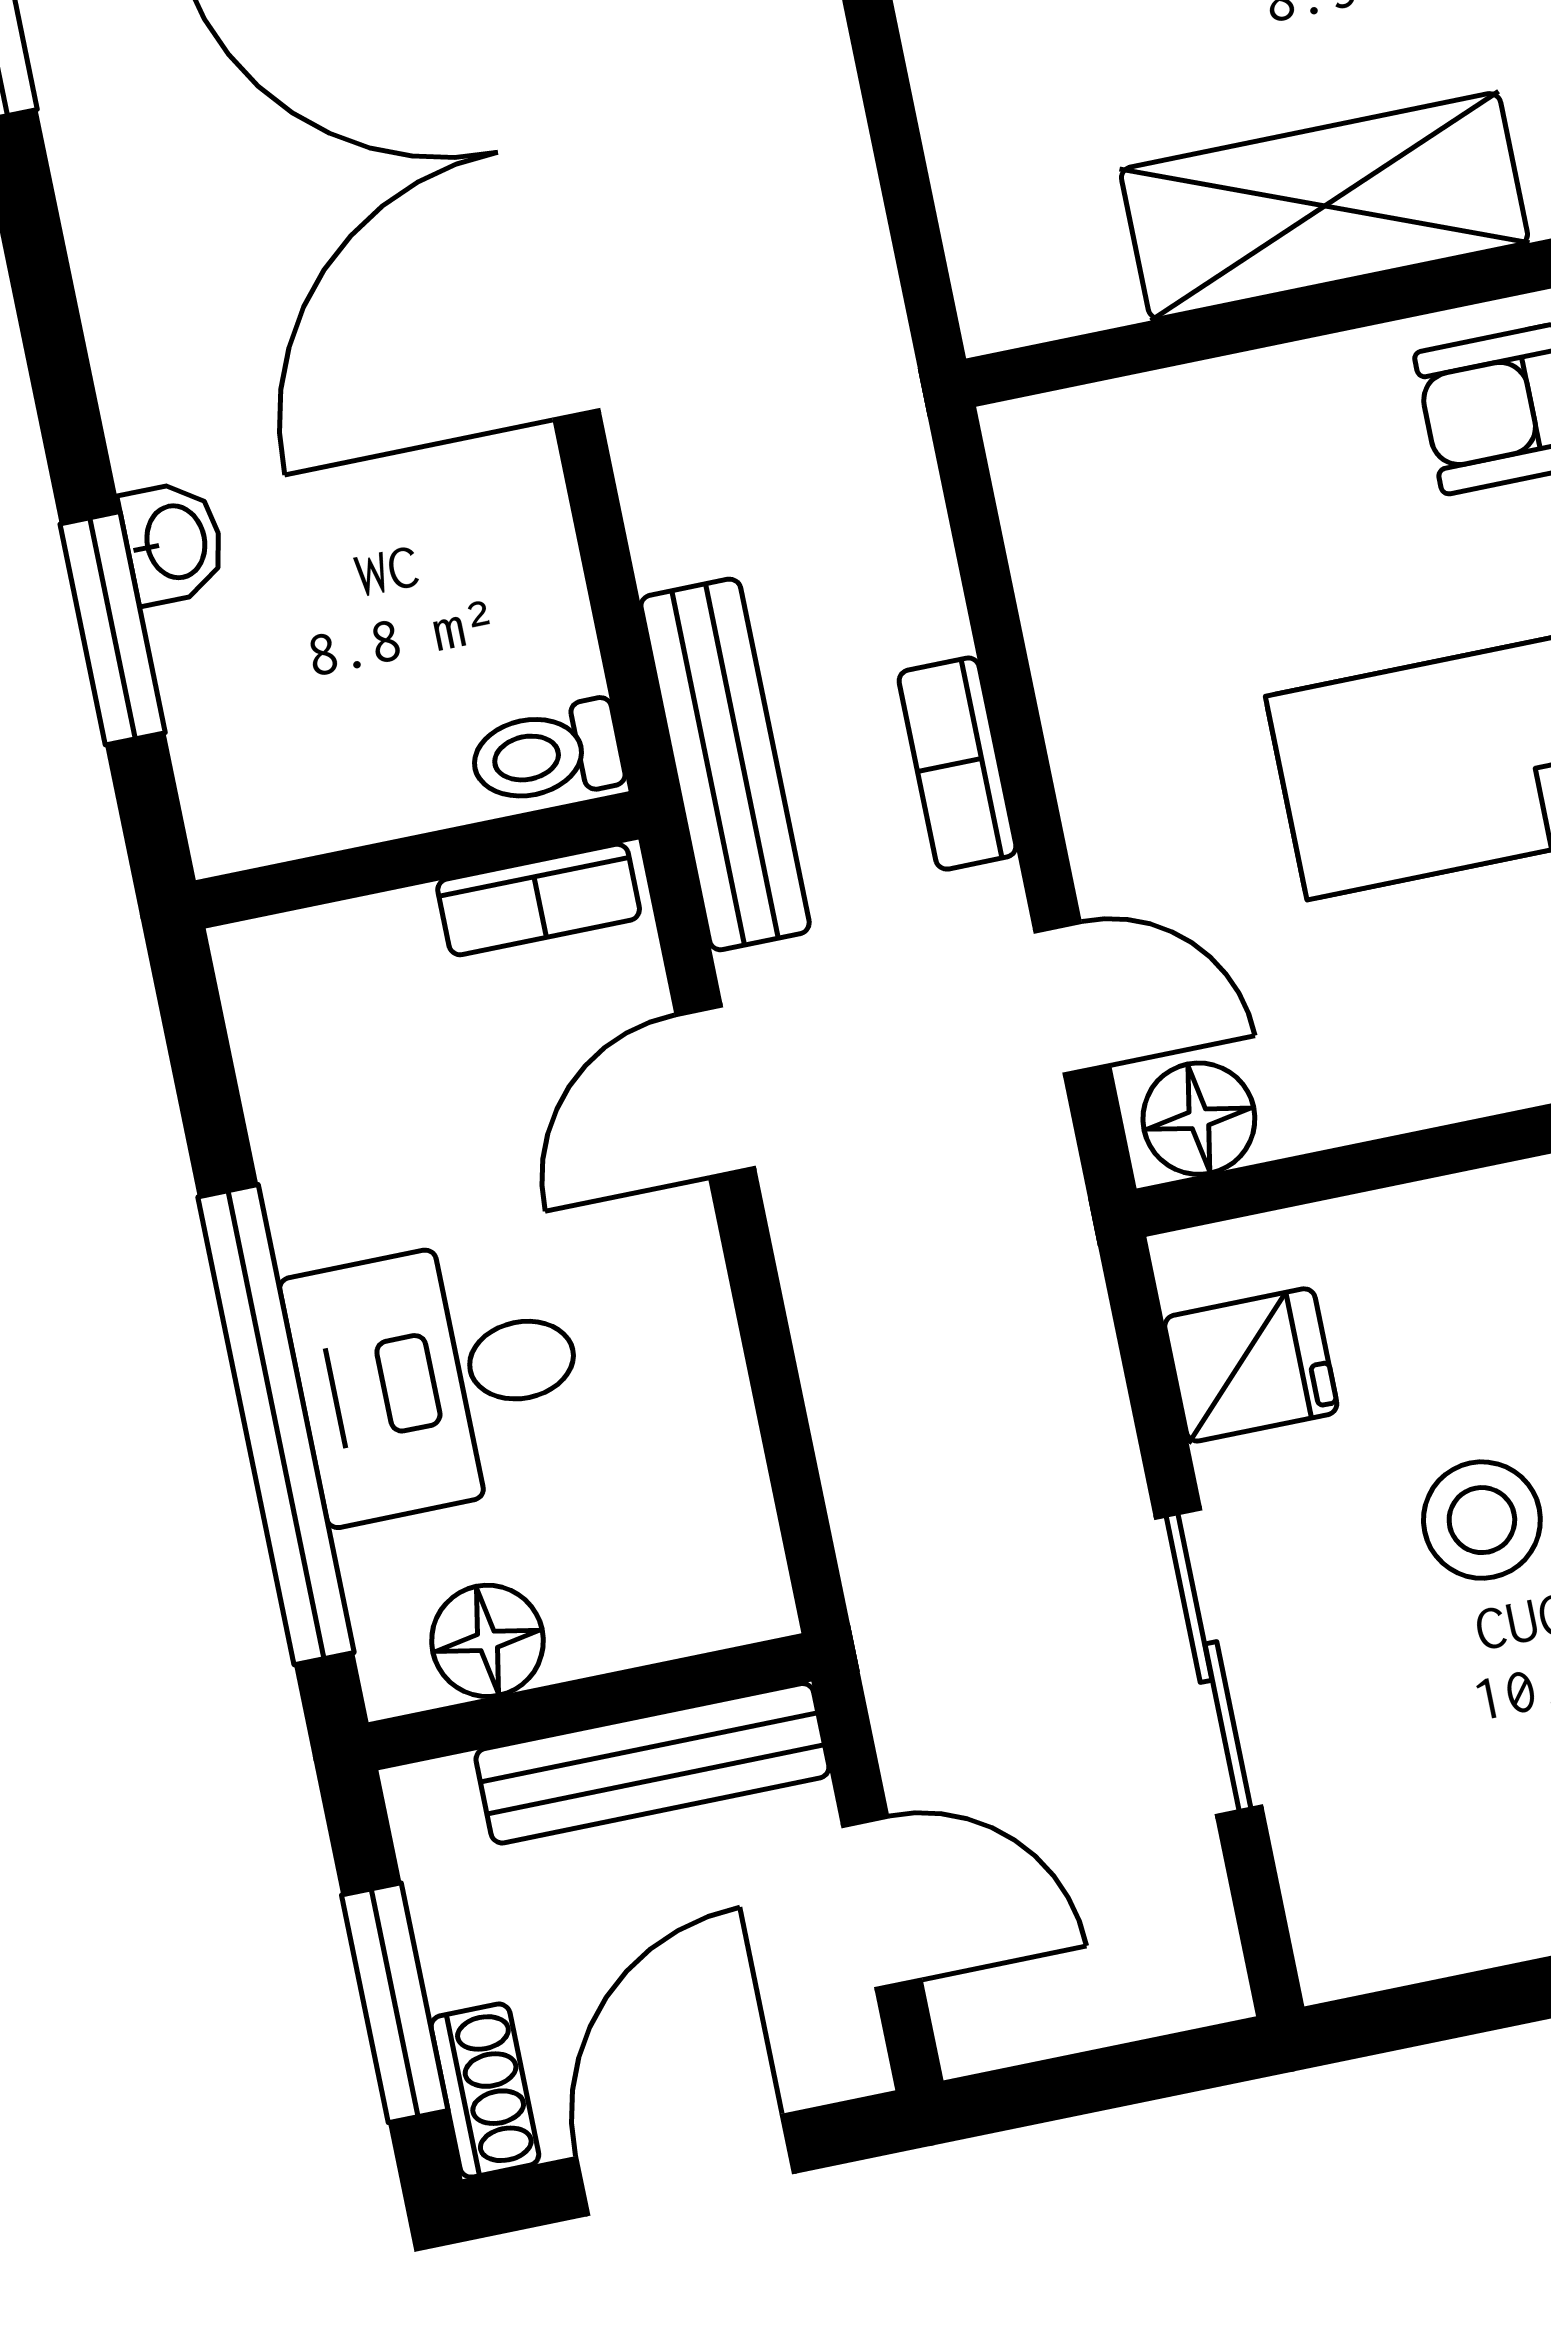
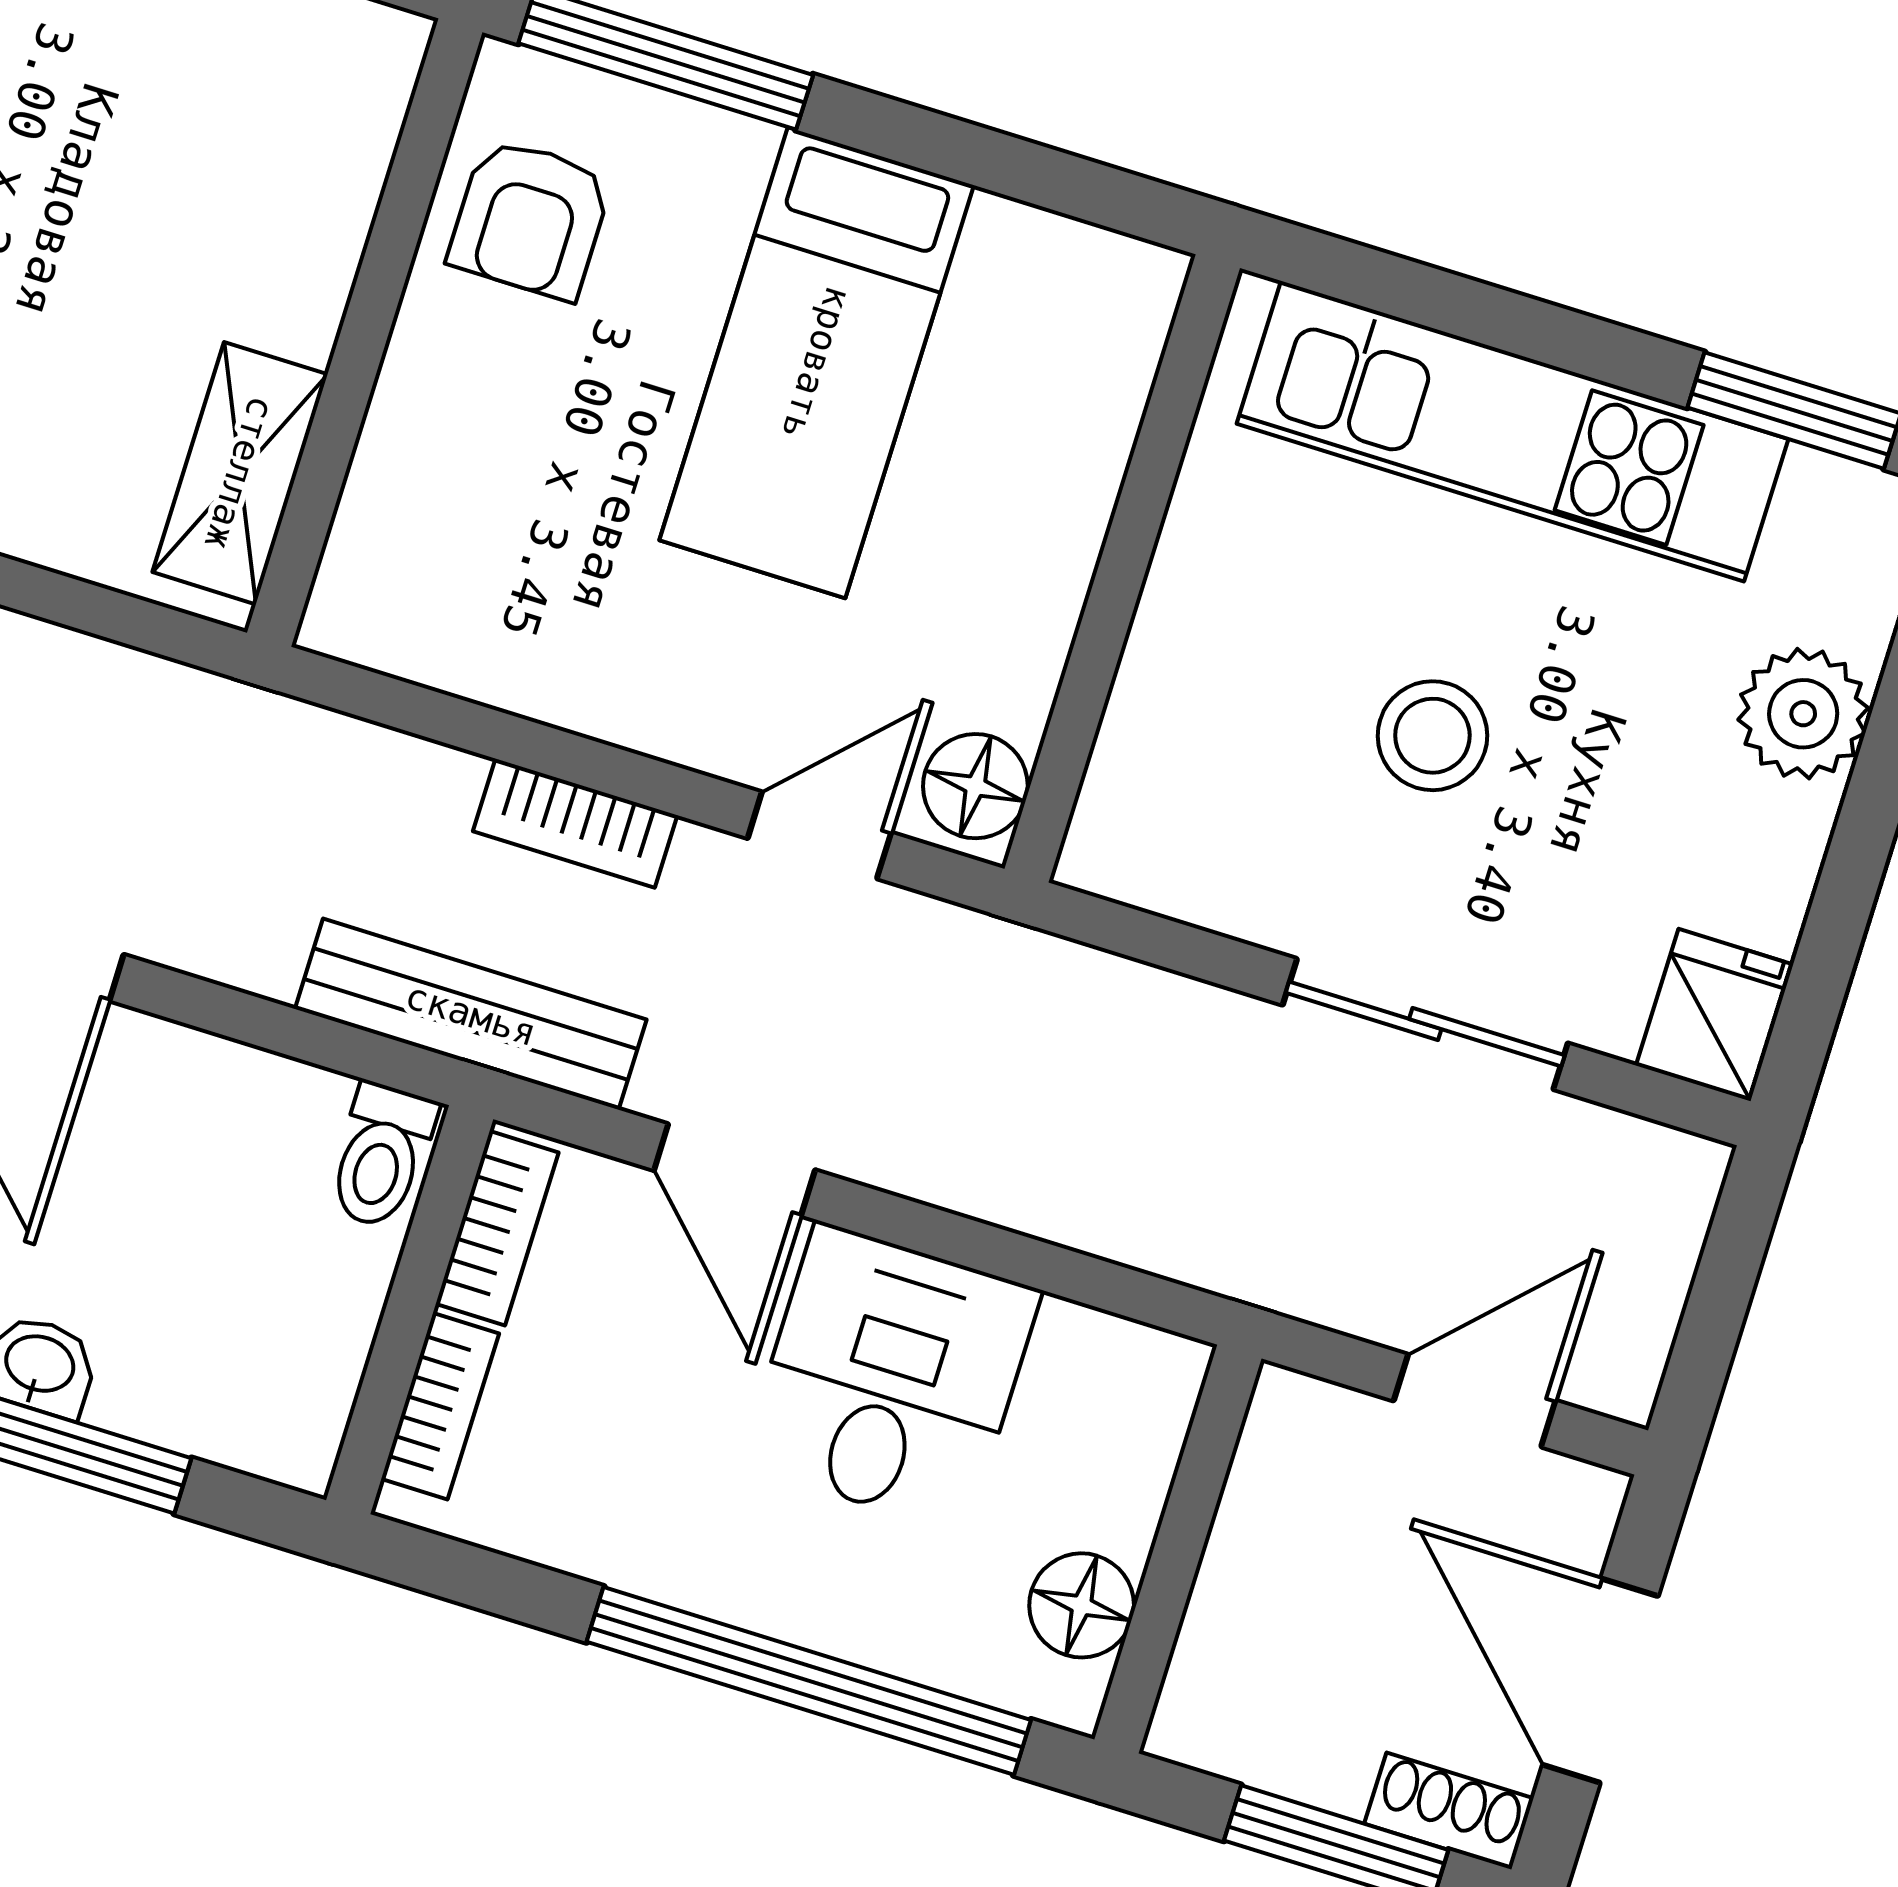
shelving: (1324, 206) -> (240, 473), moved, width x0.67, depth x0.75
bookcase: (343, 938) -> (440, 1406), added
fridge: (1251, 1365) -> (1715, 1015), moved
desk: (438, 1377) -> (891, 1378), moved, turned 180
bench: (652, 1763) -> (1257, 1526), removed

